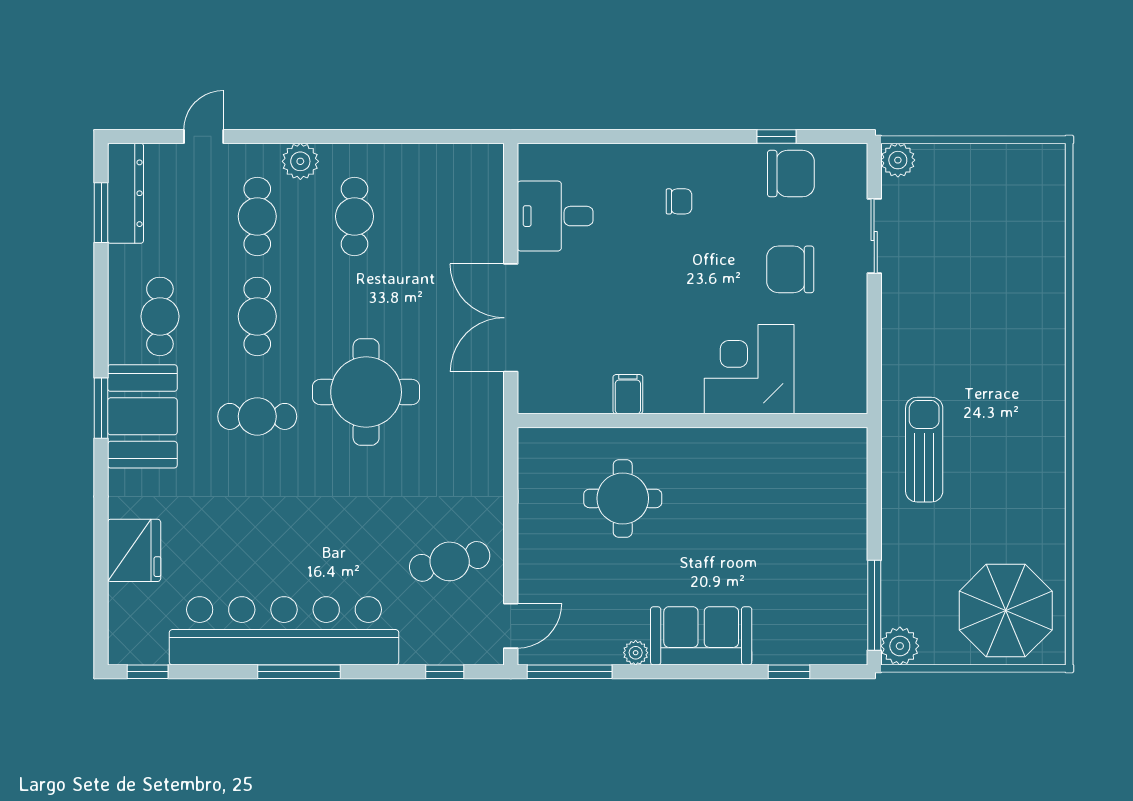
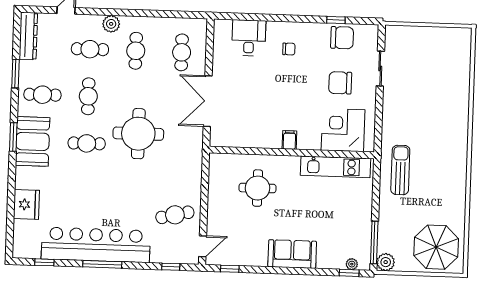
plant: (898, 160) -> (393, 33), removed
window: (101, 213) -> (15, 74), moved
cafe table: (257, 216) -> (90, 49), turned 90
cafe table: (452, 216) -> (182, 52), added
desk: (555, 216) -> (249, 38), moved, turned 90
cafe table: (160, 316) -> (42, 95), turned 90
corner desk: (749, 369) -> (343, 130), moved
filing cabinet: (628, 394) -> (289, 140), moved
kitchen unit: (787, 448) -> (336, 167), added
plant: (636, 653) -> (352, 264), moved
window: (148, 672) -> (44, 262), moved
window: (570, 672) -> (230, 269), width x0.46
window: (789, 672) -> (349, 273), moved

